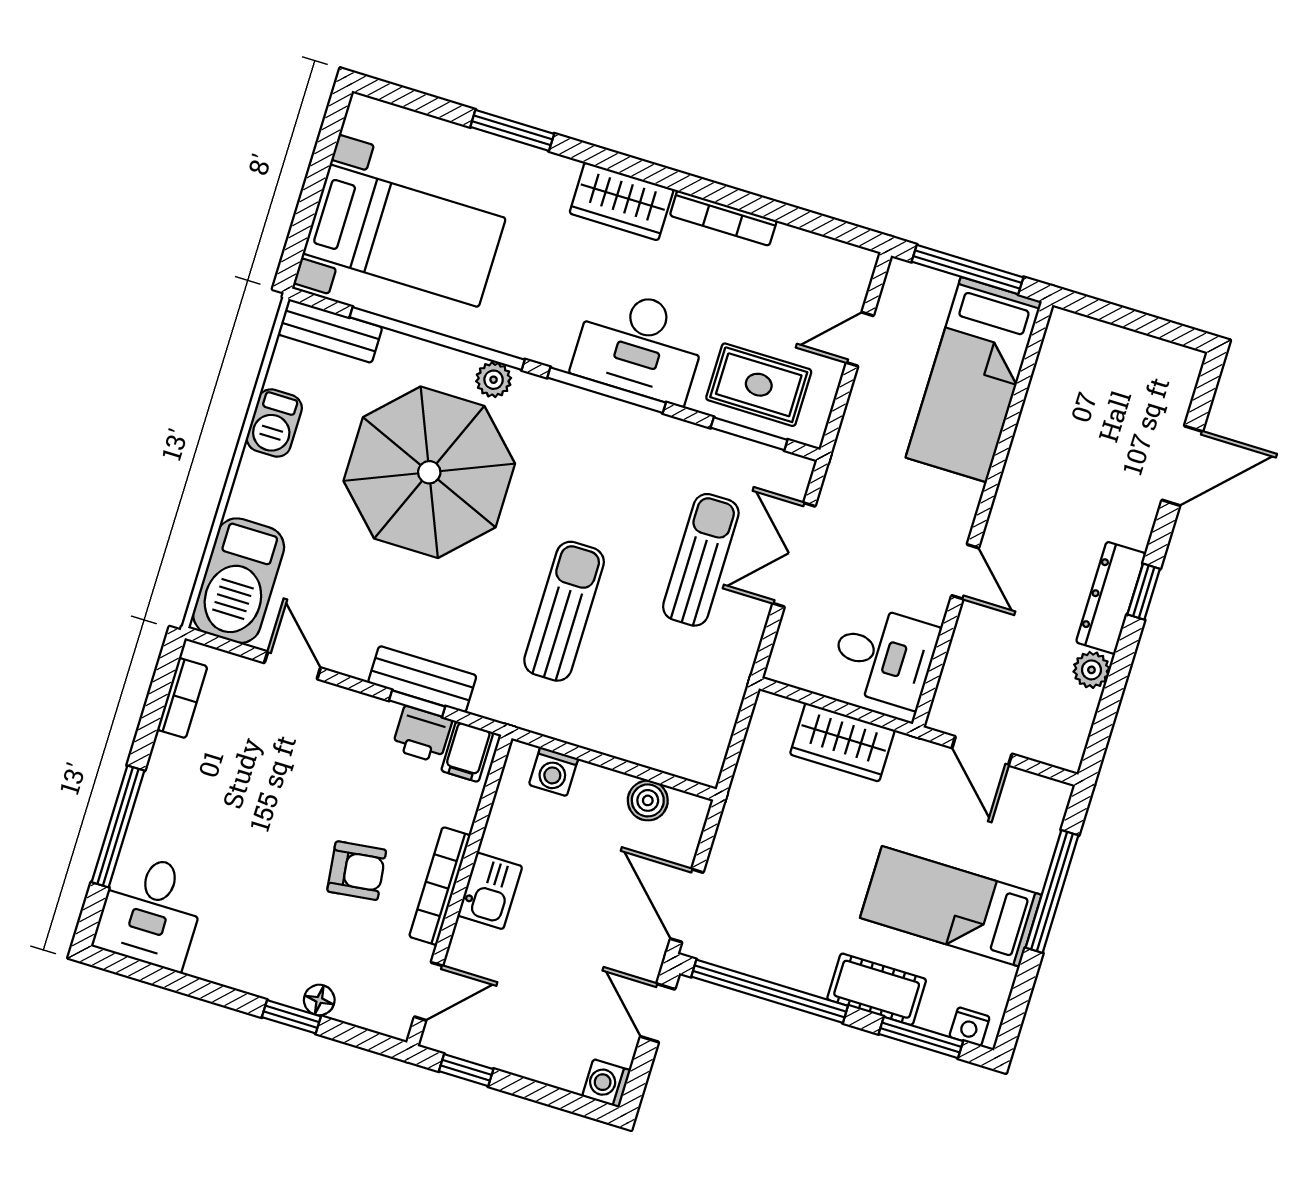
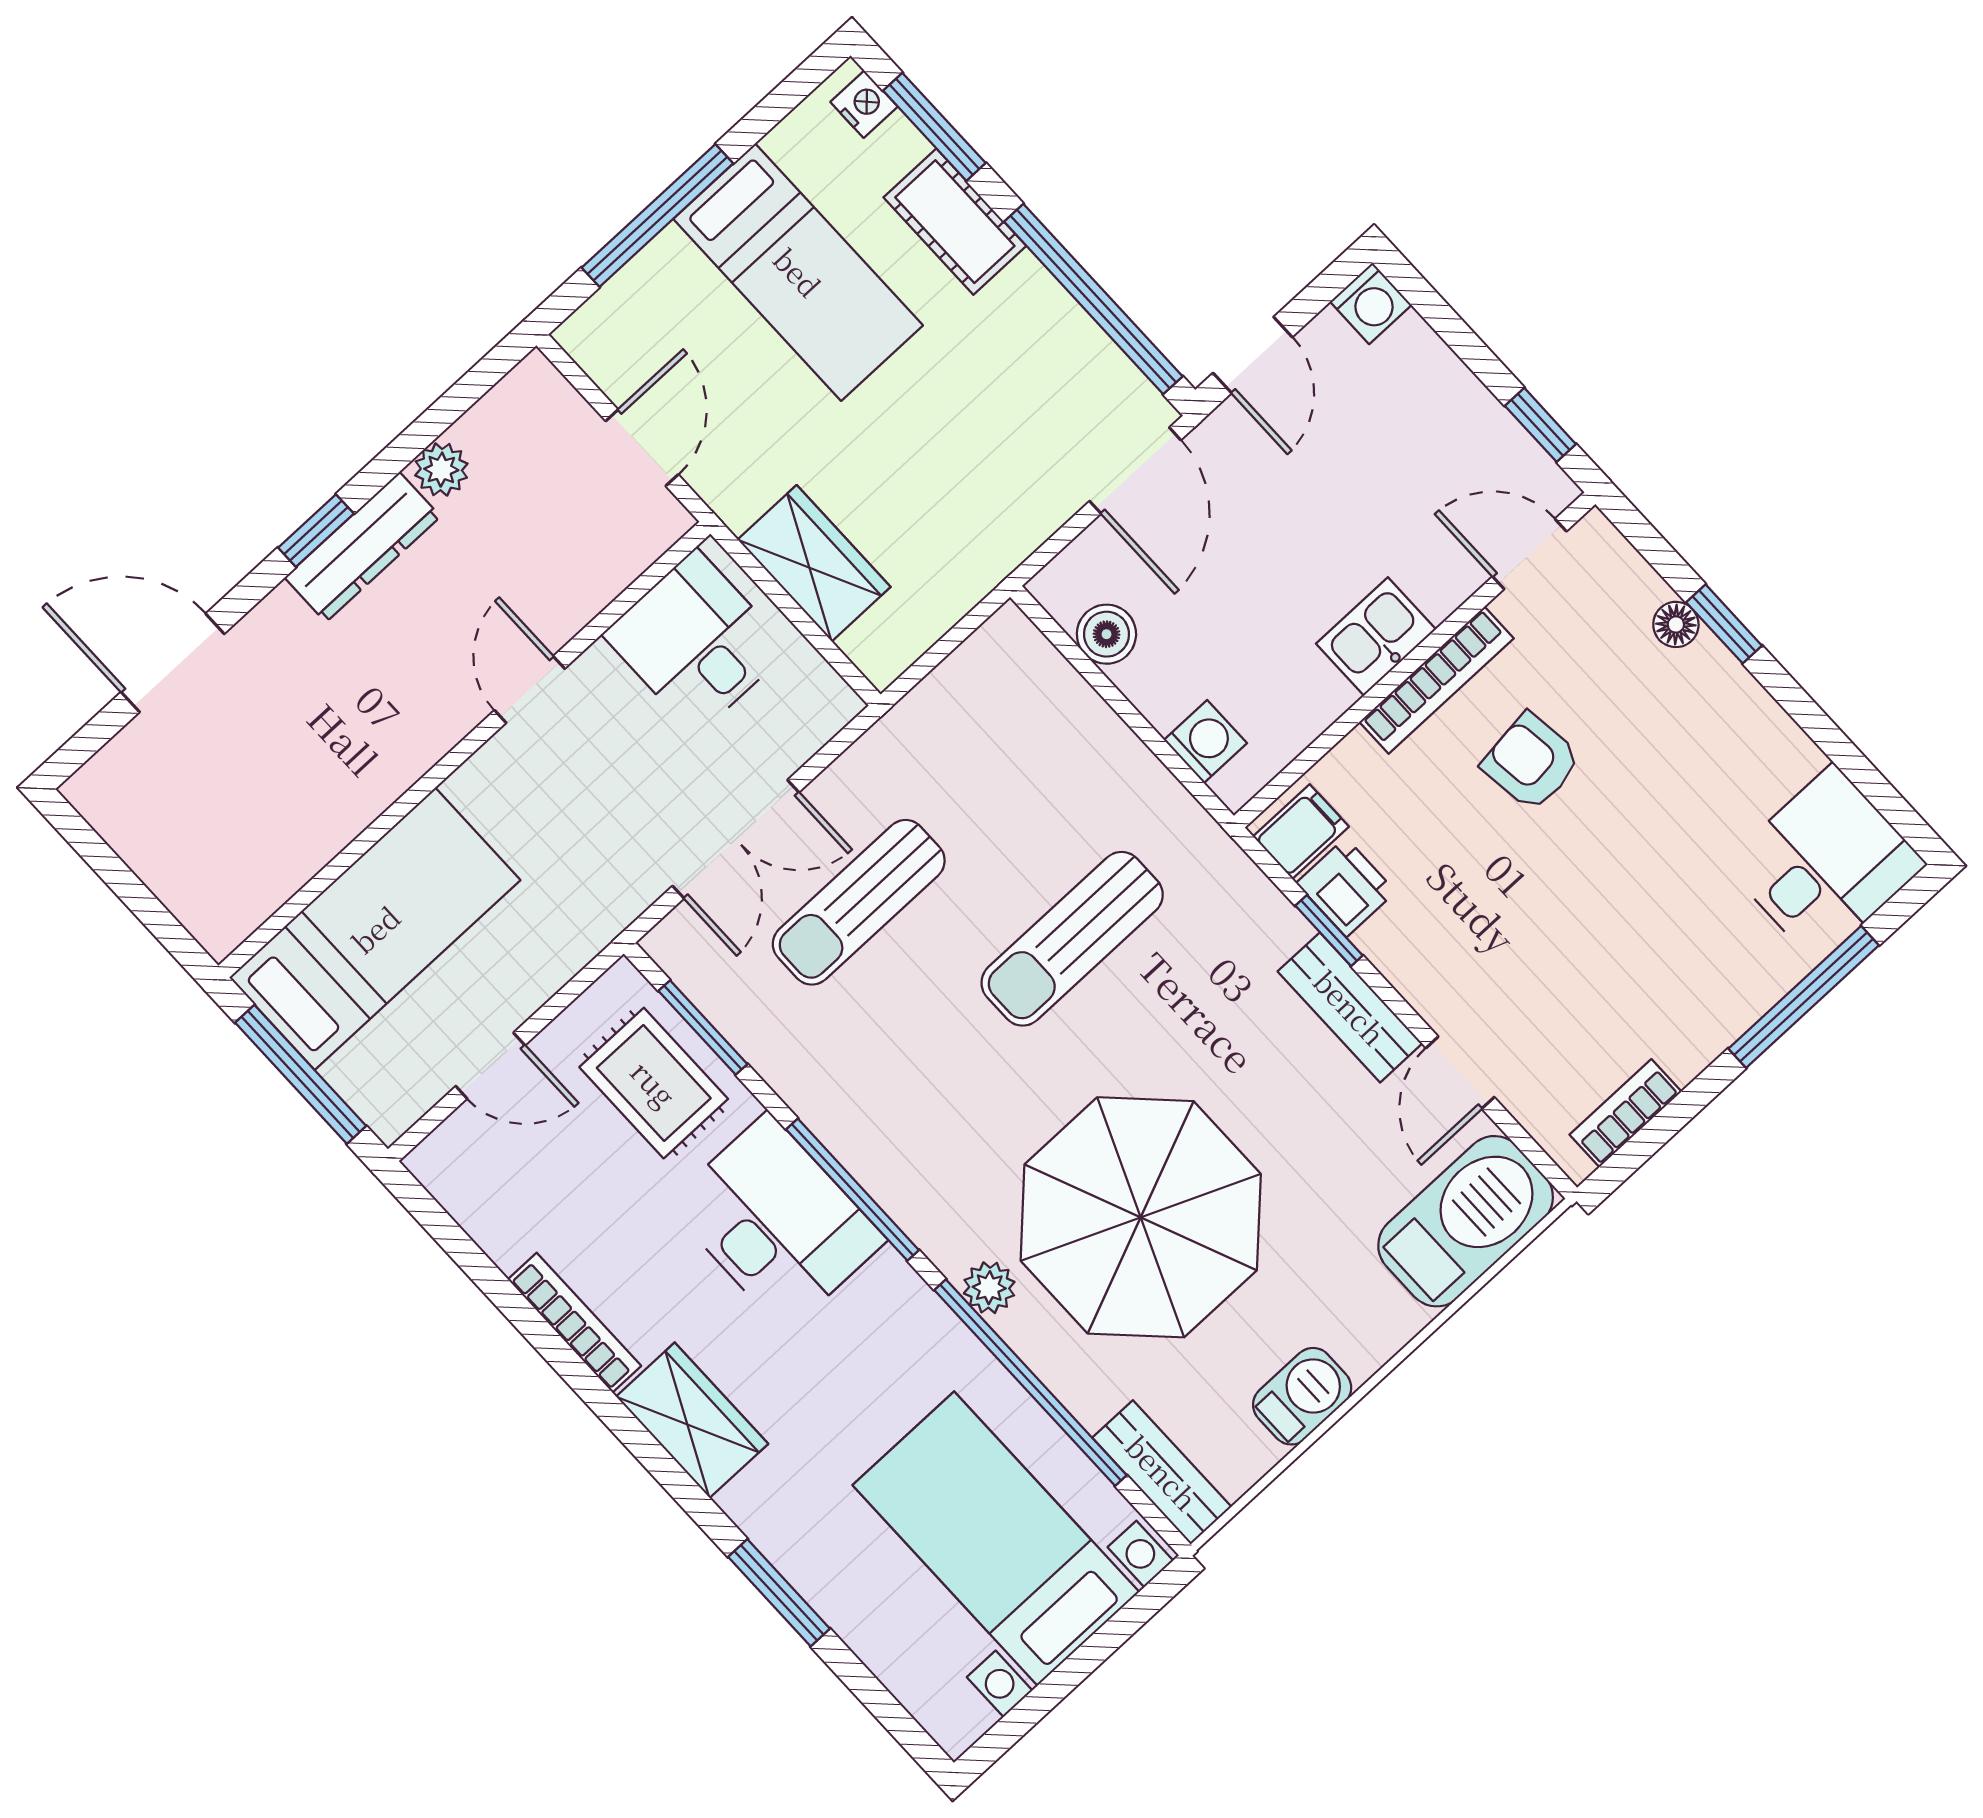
bench: (422, 679) -> (1350, 1007), moved

